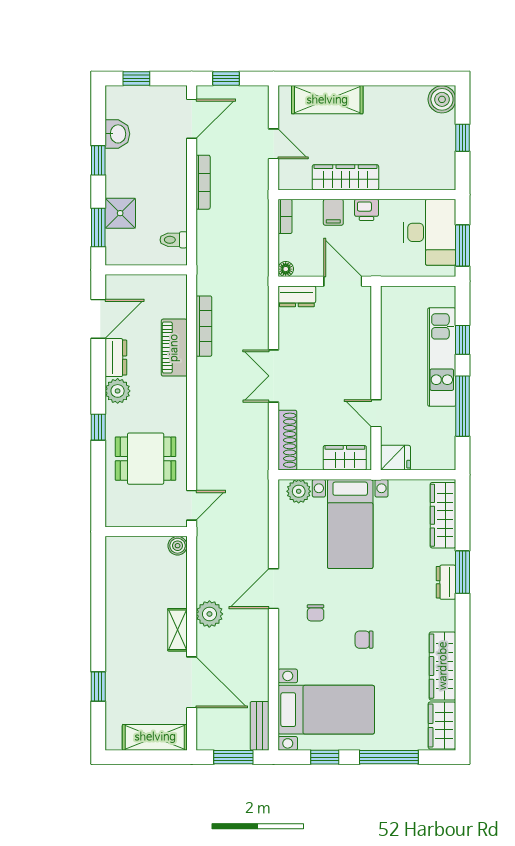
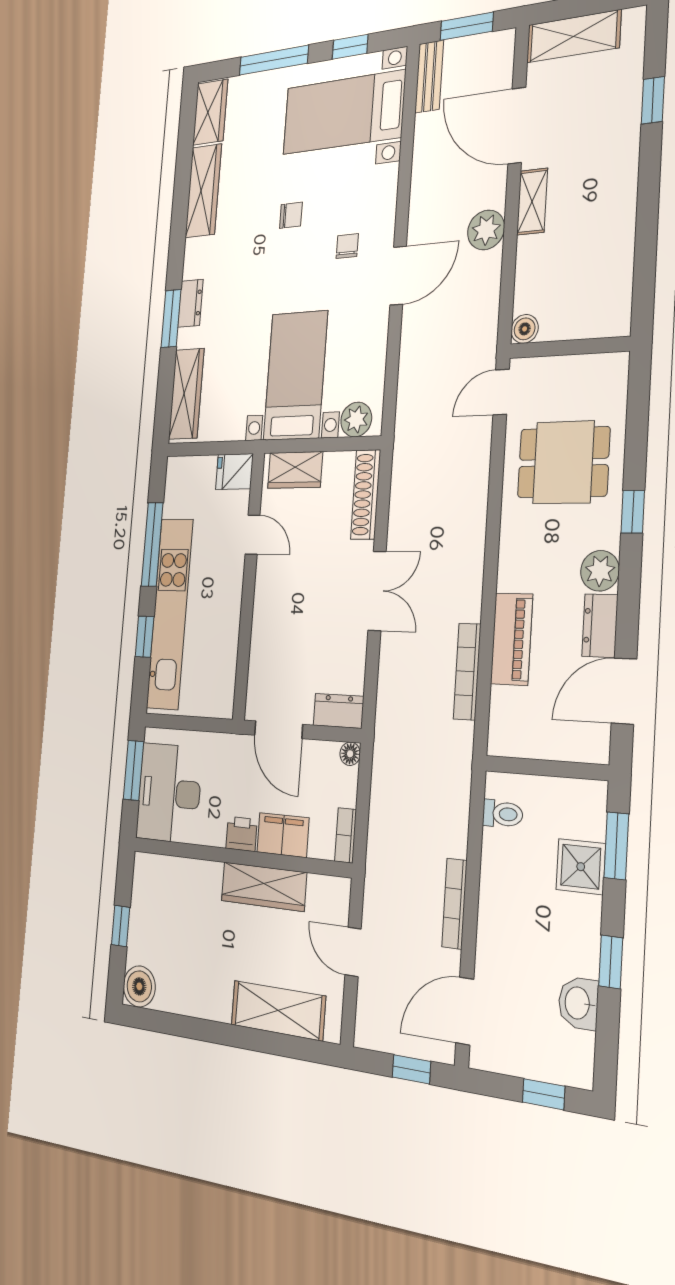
filing cabinet: (333, 212) -> (283, 835), width x2.00
kitchen unit: (442, 357) -> (170, 613), width x1.36

